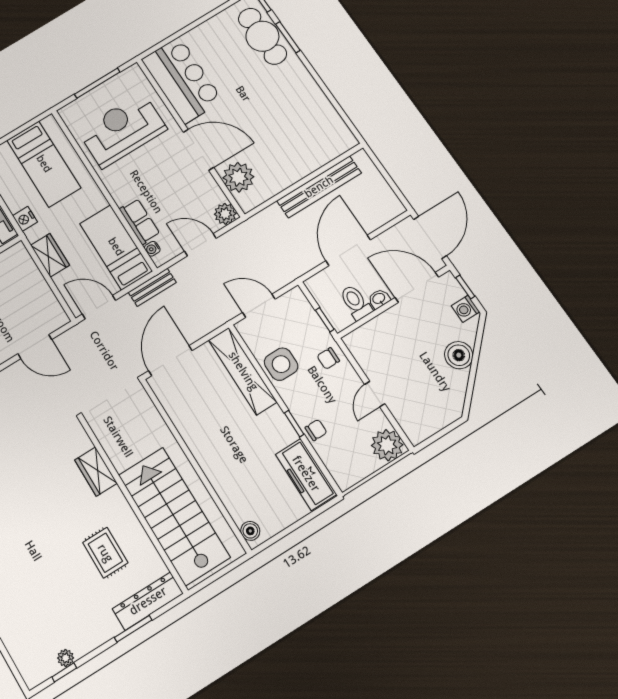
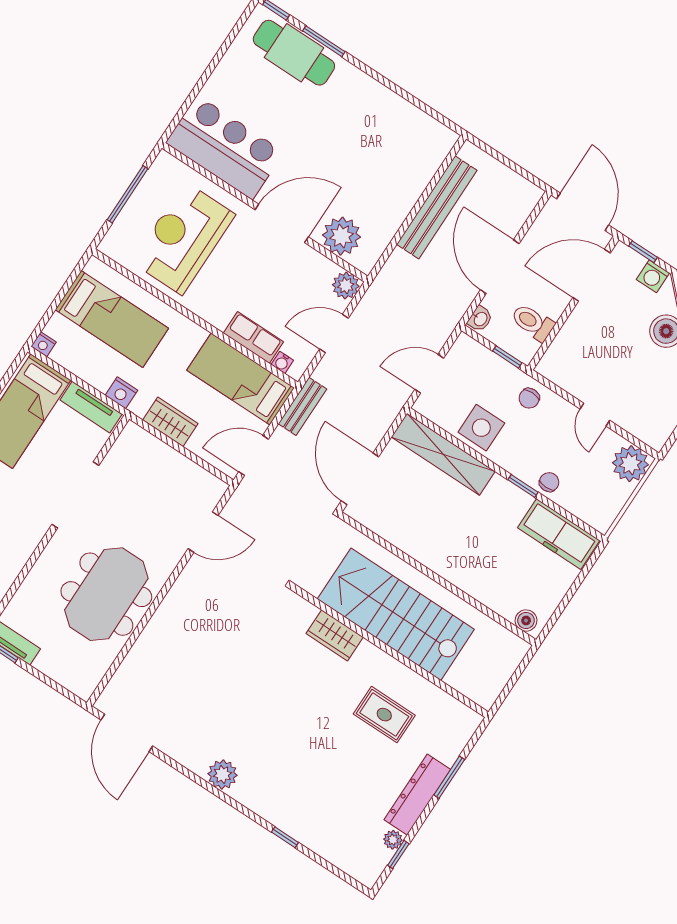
washbasin: (379, 299) -> (480, 319), moved, turned 180
stairs: (174, 516) -> (396, 614), moved
dresser: (148, 601) -> (417, 795), moved

